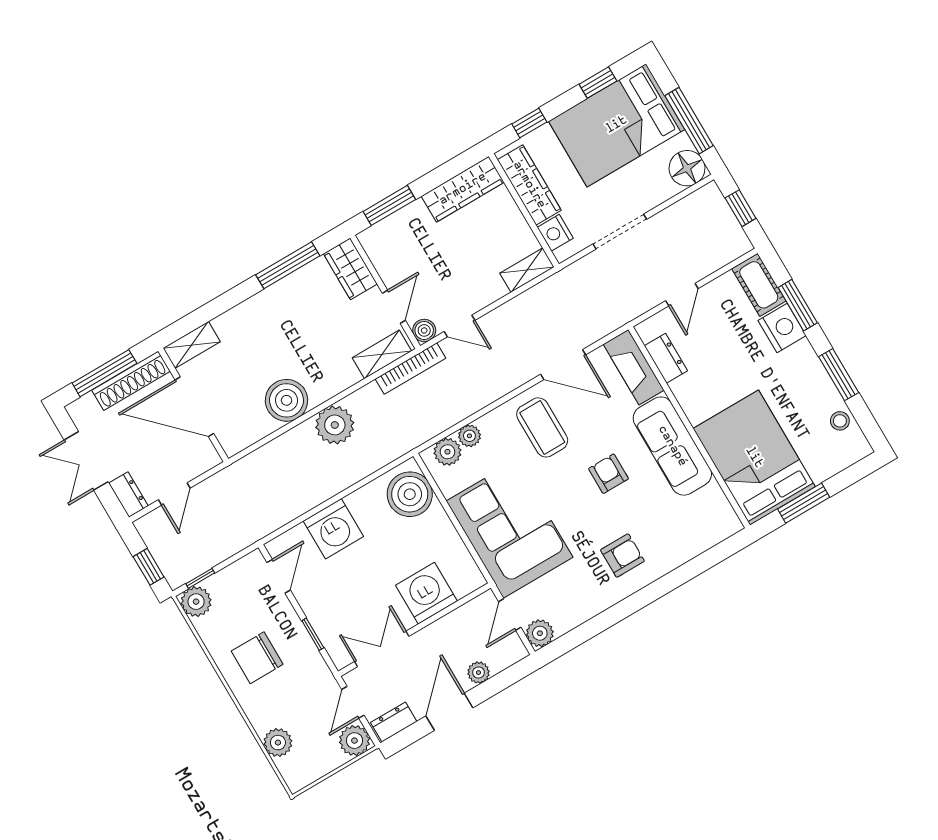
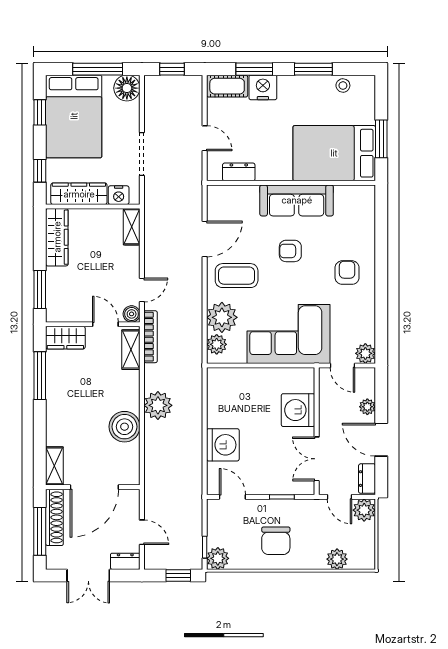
fireplace: (634, 367) -> (233, 196), removed
plant: (469, 436) -> (222, 317), width x1.88, depth x1.88
boiler: (410, 494) -> (229, 384), removed

